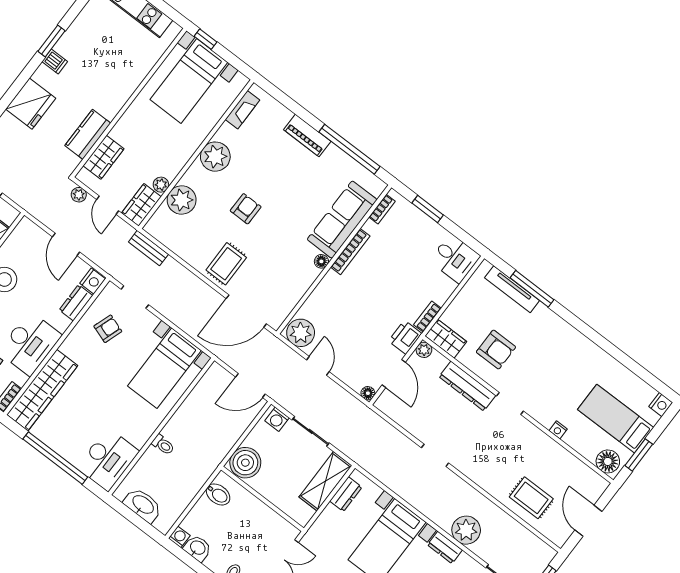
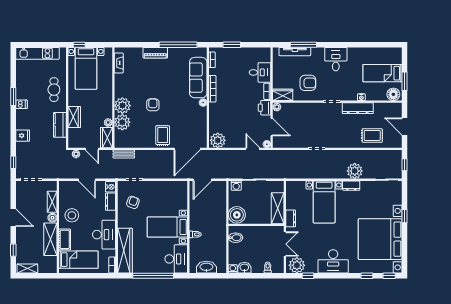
cafe table: (118, 76) -> (54, 90), added
fridge: (31, 104) -> (23, 136), width x0.53, depth x0.75
wardrobe: (104, 157) -> (74, 117), moved
plant: (215, 157) -> (122, 106), moved
desk: (455, 258) -> (260, 72), moved
desk: (563, 346) -> (336, 59), added
door: (318, 366) -> (253, 149), moved
bed with nightstands: (164, 368) -> (167, 227), moved, turned 90
door: (250, 385) -> (202, 180), moved
dresser: (467, 386) -> (358, 108), moved
nightstand: (661, 405) -> (397, 52), removed
shelving: (325, 481) -> (278, 208), moved
dresser: (346, 494) -> (291, 218), moved

